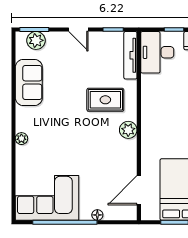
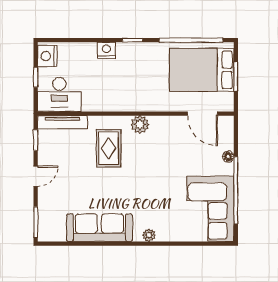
plant: (36, 40) -> (47, 220), removed
sofa: (29, 83) -> (99, 228), width x1.36

